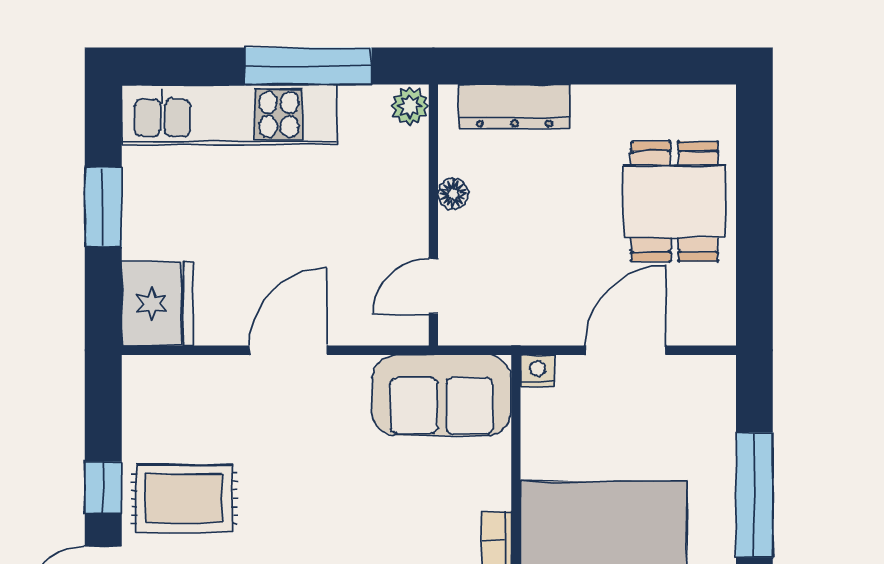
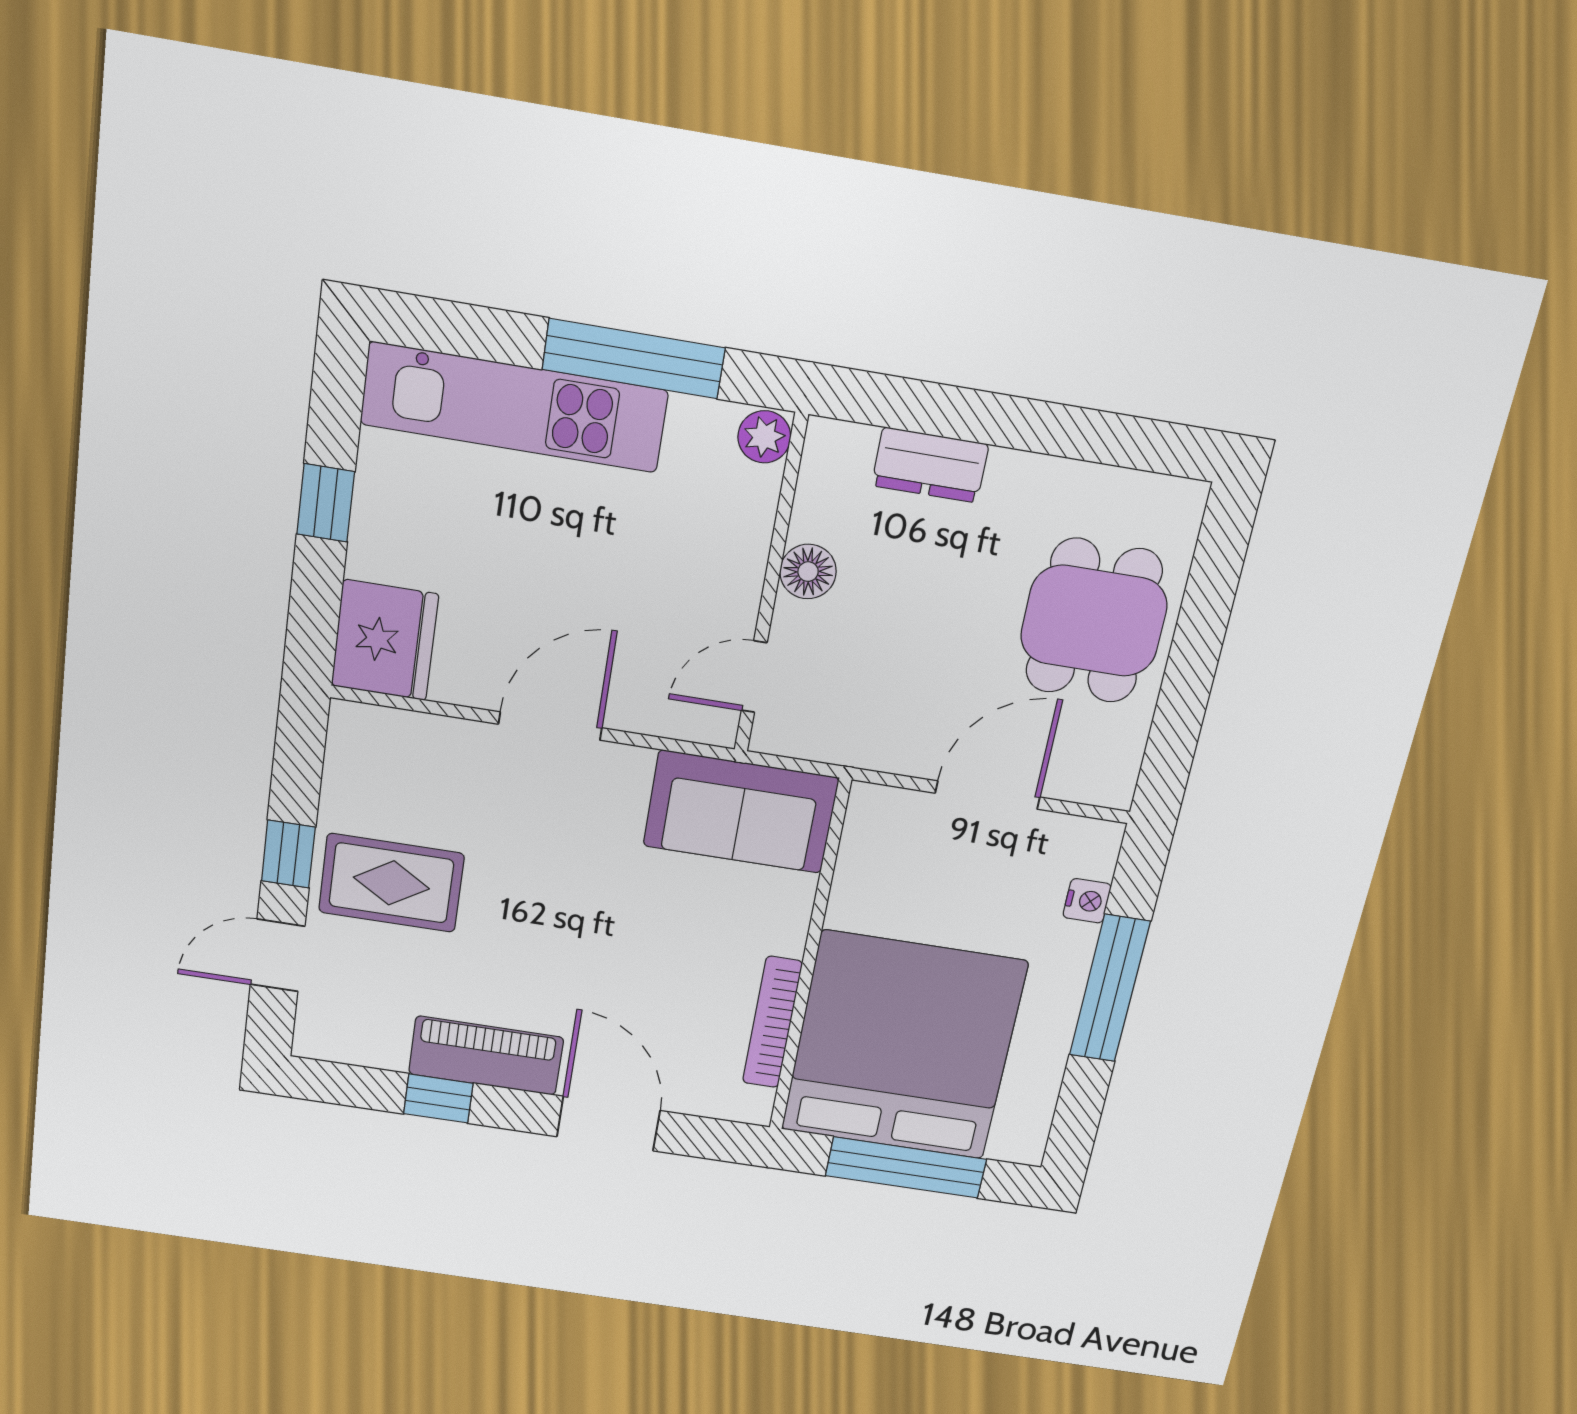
dresser: (514, 106) -> (930, 465), width x0.70
floor lamp: (453, 194) -> (808, 572), width x1.37, depth x1.37
window: (103, 207) -> (326, 503), width x0.67
nightstand: (537, 371) -> (1087, 901), moved, turned 90

